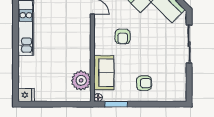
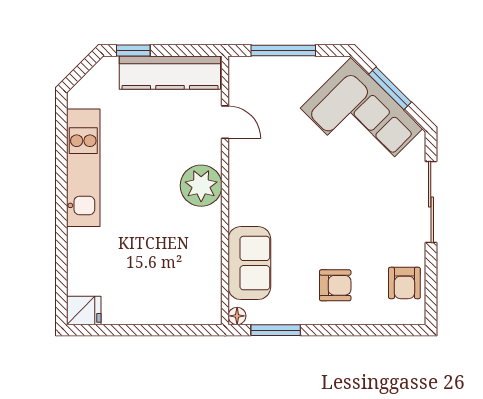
armchair: (123, 36) -> (404, 283), moved
plant: (81, 80) -> (201, 186), moved

